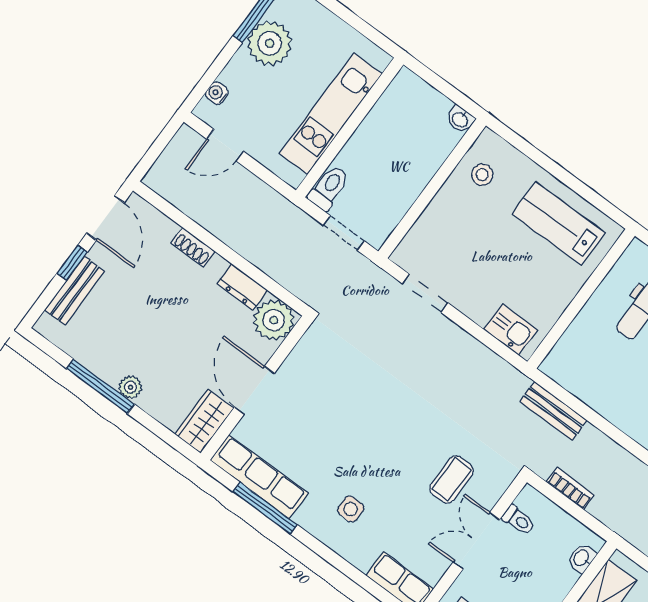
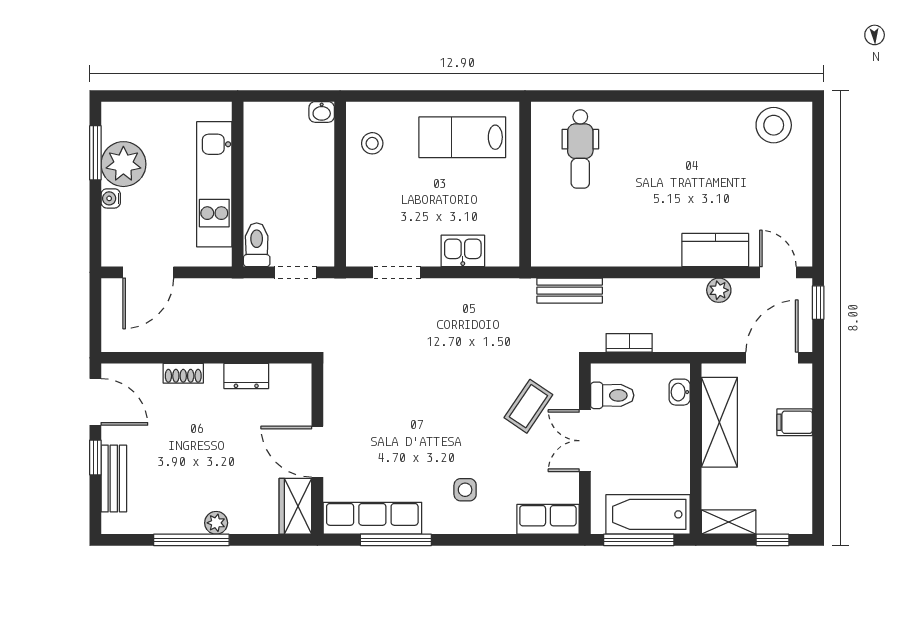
water cooler: (217, 93) -> (111, 198), moved
door: (225, 145) -> (148, 272), width x1.38
plant: (274, 320) -> (291, 384), removed
kitchen sink: (511, 330) -> (463, 251), moved
coffee table: (451, 479) -> (528, 406), turned 34
toilet: (518, 520) -> (612, 395), width x1.37, depth x1.39

